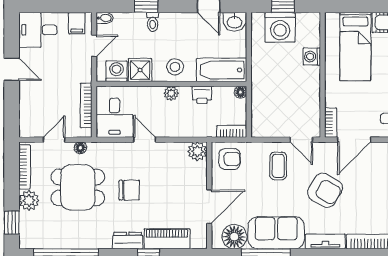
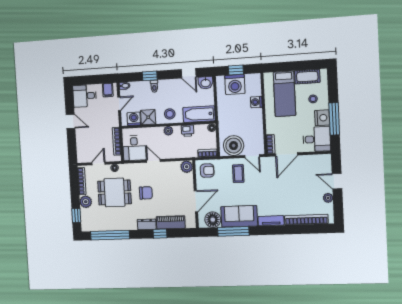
boiler: (273, 122) -> (234, 146), added
armchair: (325, 190) -> (269, 188), removed

